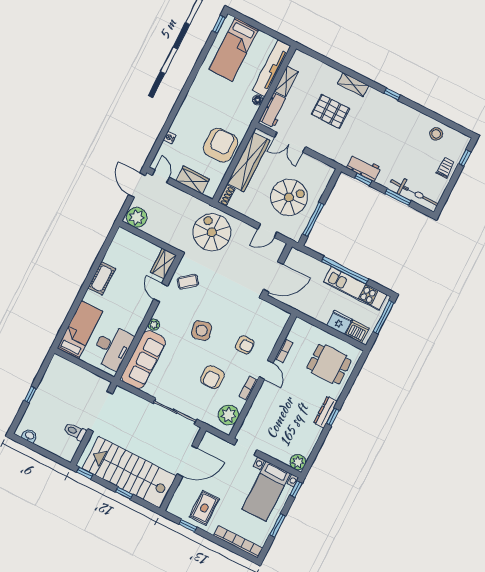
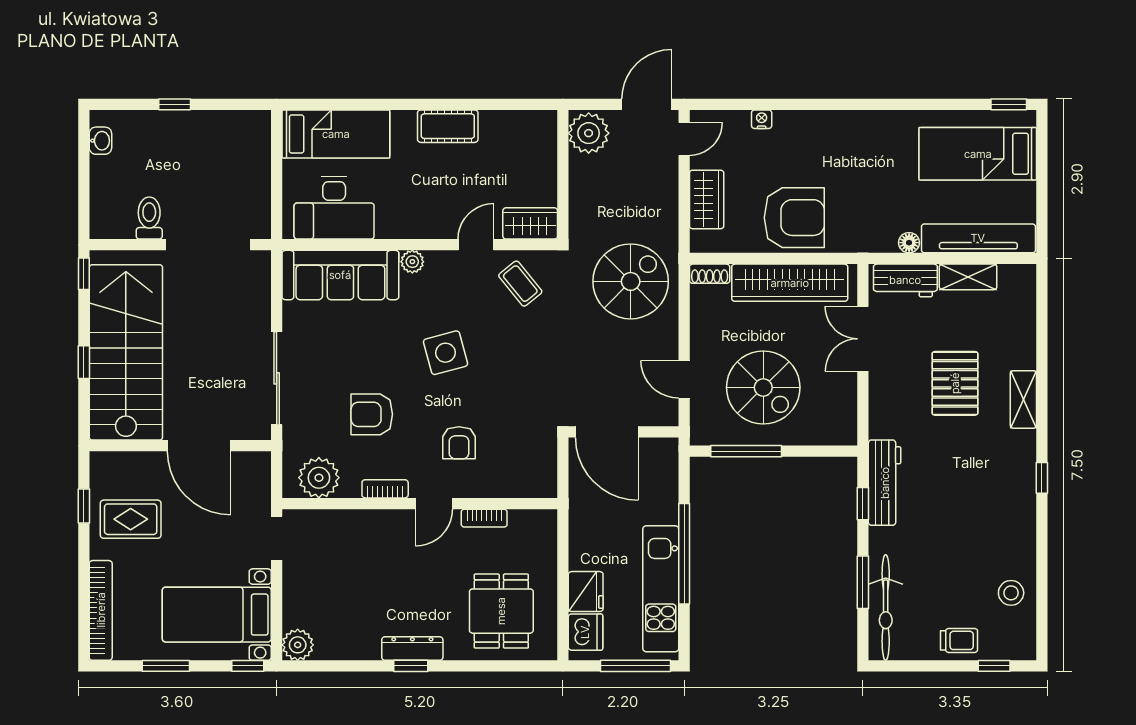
workbench: (364, 168) -> (885, 483), width x1.38

